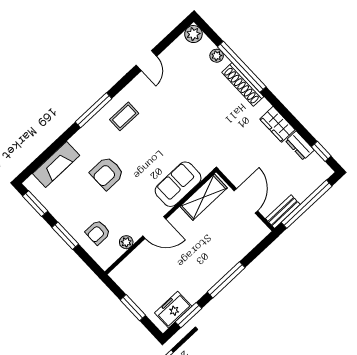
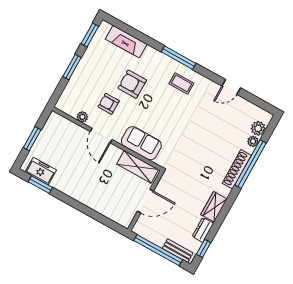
plant: (193, 34) -> (258, 128), moved
bench: (283, 212) -> (178, 251), moved
armchair: (98, 232) -> (109, 104), moved
window: (226, 280) -> (78, 205), removed

